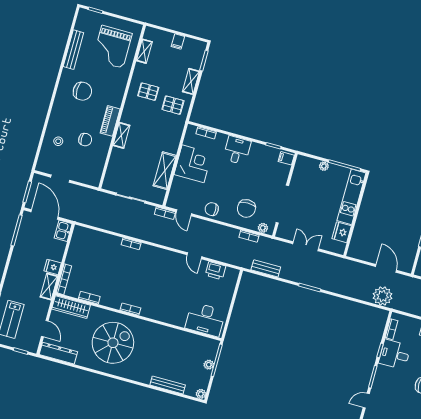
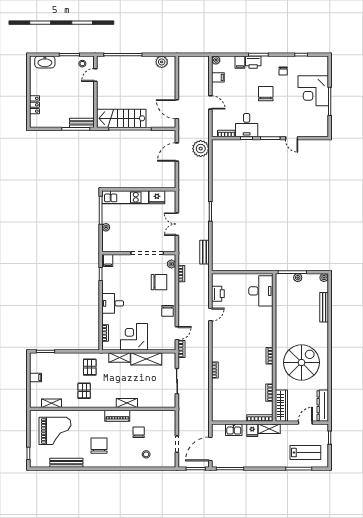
shelving: (191, 81) -> (119, 358), moved
kitchen sink: (63, 231) -> (234, 430), moved
spiral stairs: (113, 343) -> (302, 362), turned 90

